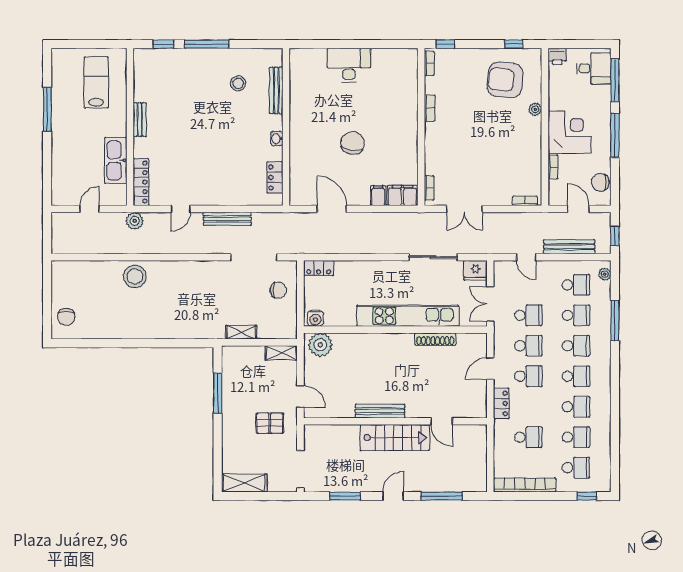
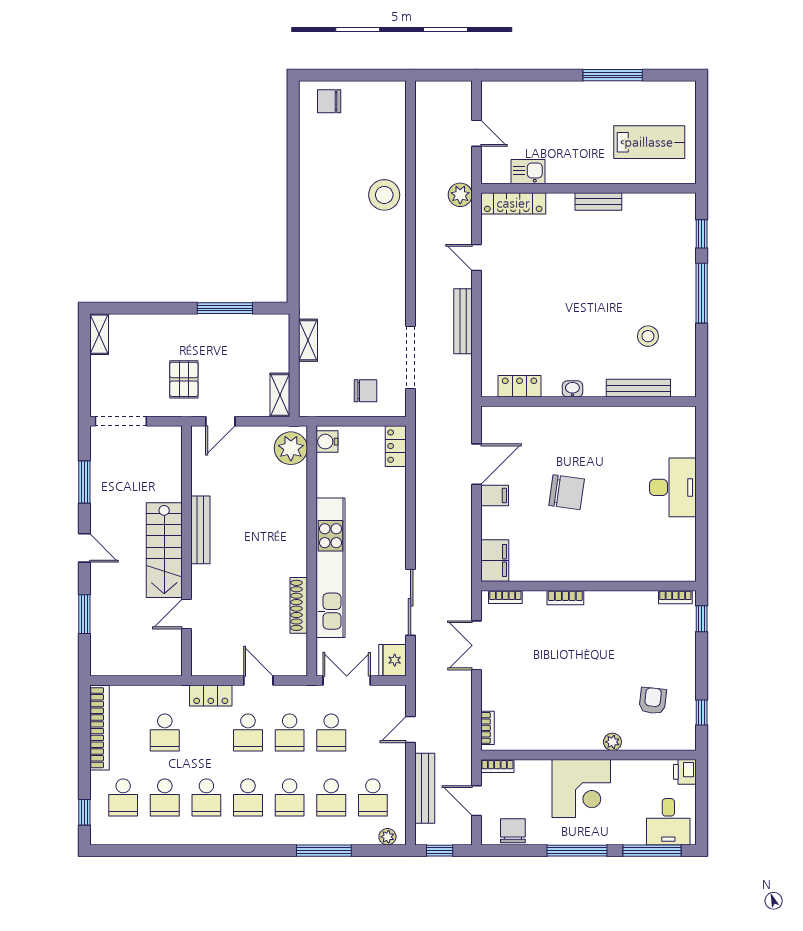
armchair: (505, 80) -> (653, 701), width x0.53, depth x0.53
bookcase: (430, 108) -> (565, 598), moved
kitchen sink: (116, 160) -> (528, 172), width x0.53, depth x0.81
bookcase: (553, 167) -> (497, 766), moved
filing cabinet: (378, 196) -> (495, 496), moved
door: (578, 209) -> (476, 801), swing flipped
chair: (278, 290) -> (366, 391), turned -90
shelving: (244, 483) -> (99, 334), width x0.67, depth x0.75
window: (442, 496) -> (84, 614), width x0.69

